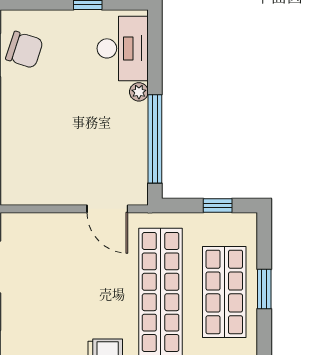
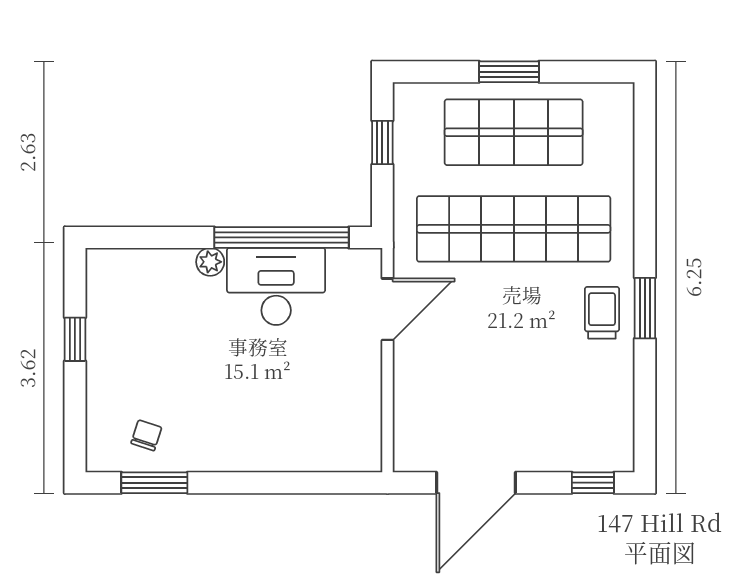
desk: (123, 48) -> (276, 286), moved
chair: (24, 50) -> (146, 435), width x0.54, depth x0.54

